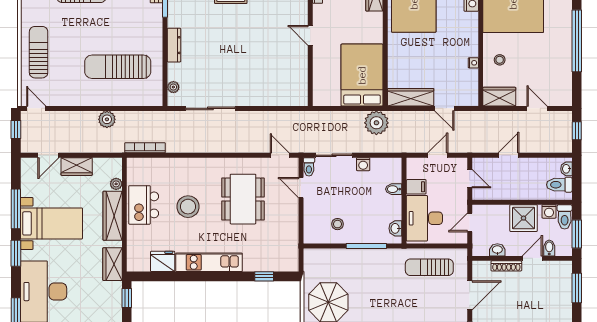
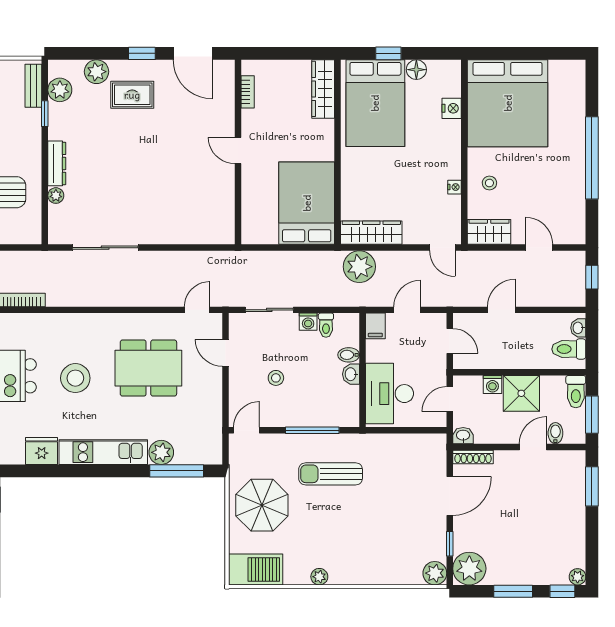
plant: (173, 87) -> (56, 196), moved
door: (444, 108) -> (442, 248), moved
plant: (376, 123) -> (359, 267), moved
door: (280, 155) -> (197, 310), hinge flipped
toilet: (309, 167) -> (326, 325), moved
filing cabinet: (416, 187) -> (375, 326), moved, turned 90
dining table: (243, 199) -> (148, 368), turned 90
washing machine: (549, 211) -> (492, 384), moved
stool: (338, 224) -> (276, 378), moved
washbasin: (395, 228) -> (351, 374), moved
door: (317, 246) -> (247, 430), added
washbasin: (497, 250) -> (463, 436), moved
plant: (253, 263) -> (161, 452), added
shoe rack: (506, 266) -> (473, 457), moved
sun lounger: (429, 267) -> (331, 474), moved
window: (264, 276) -> (177, 471), width x2.17

